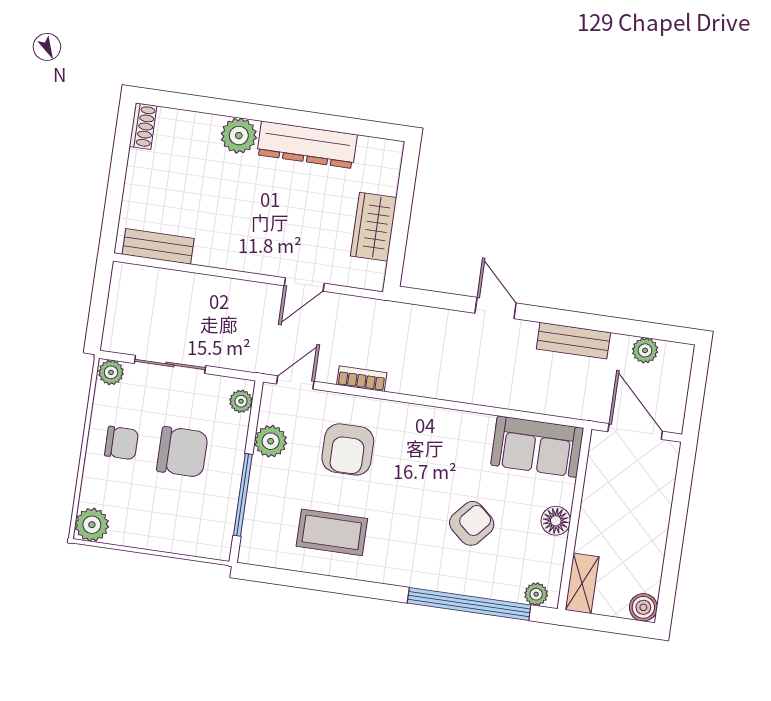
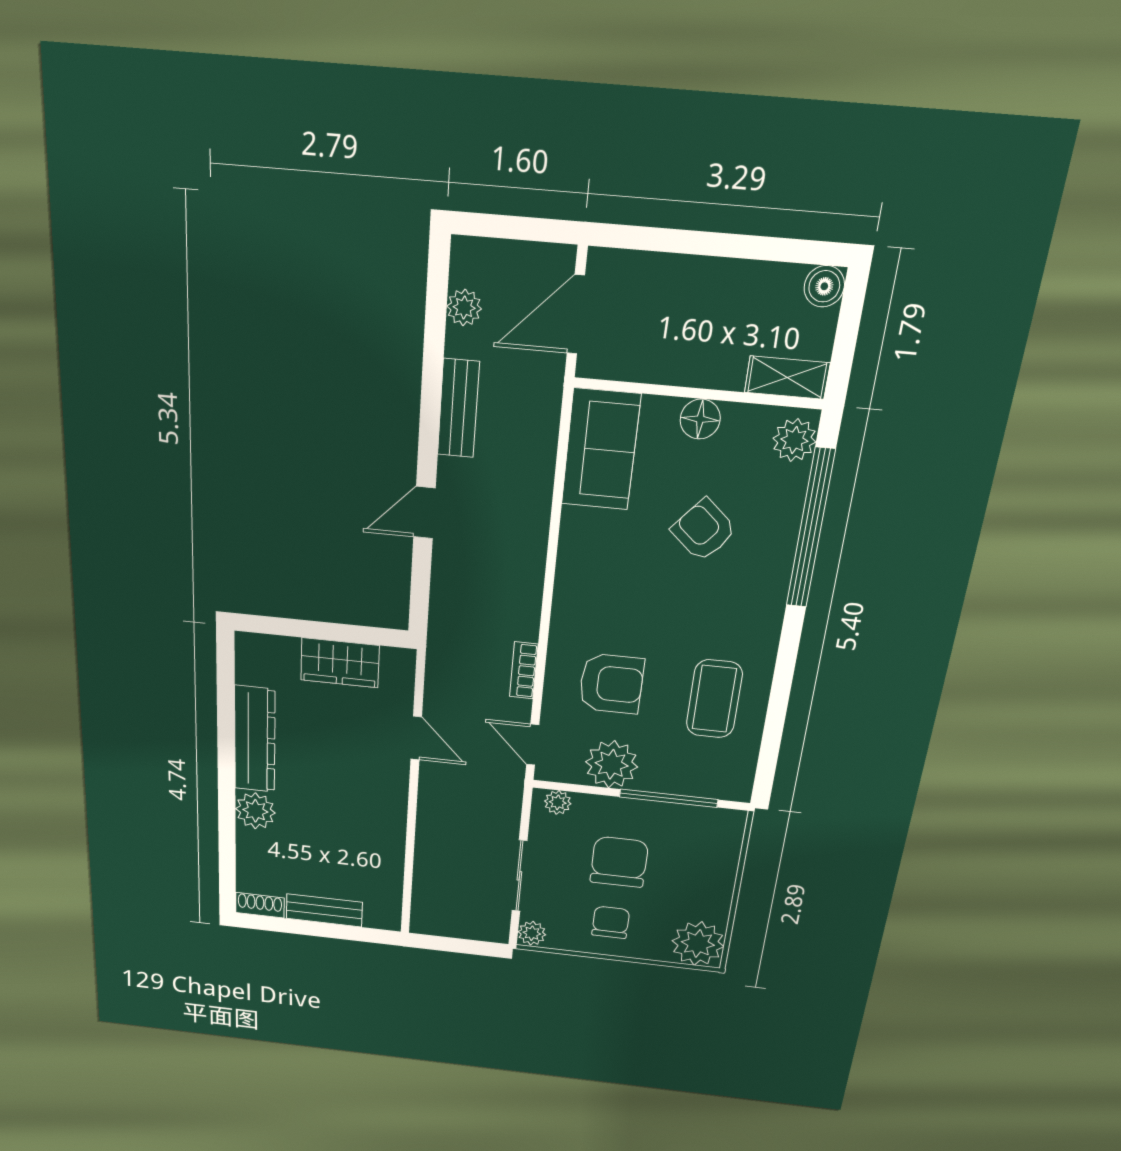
bench: (158, 246) -> (324, 910), moved, turned 90
plant: (271, 441) -> (612, 764), width x1.36, depth x1.36
plant: (92, 525) -> (698, 944), width x1.36, depth x1.36
plant: (536, 594) -> (794, 440), width x1.38, depth x1.38

